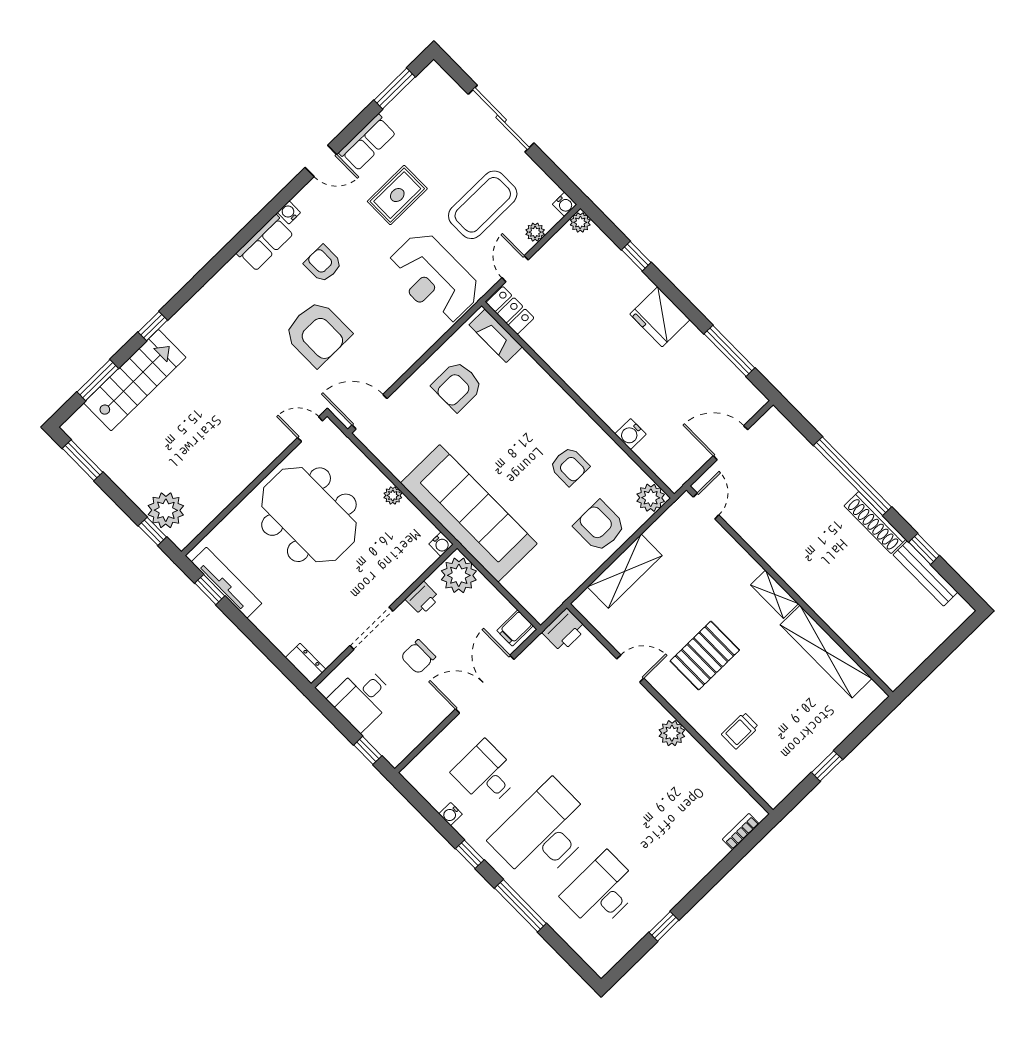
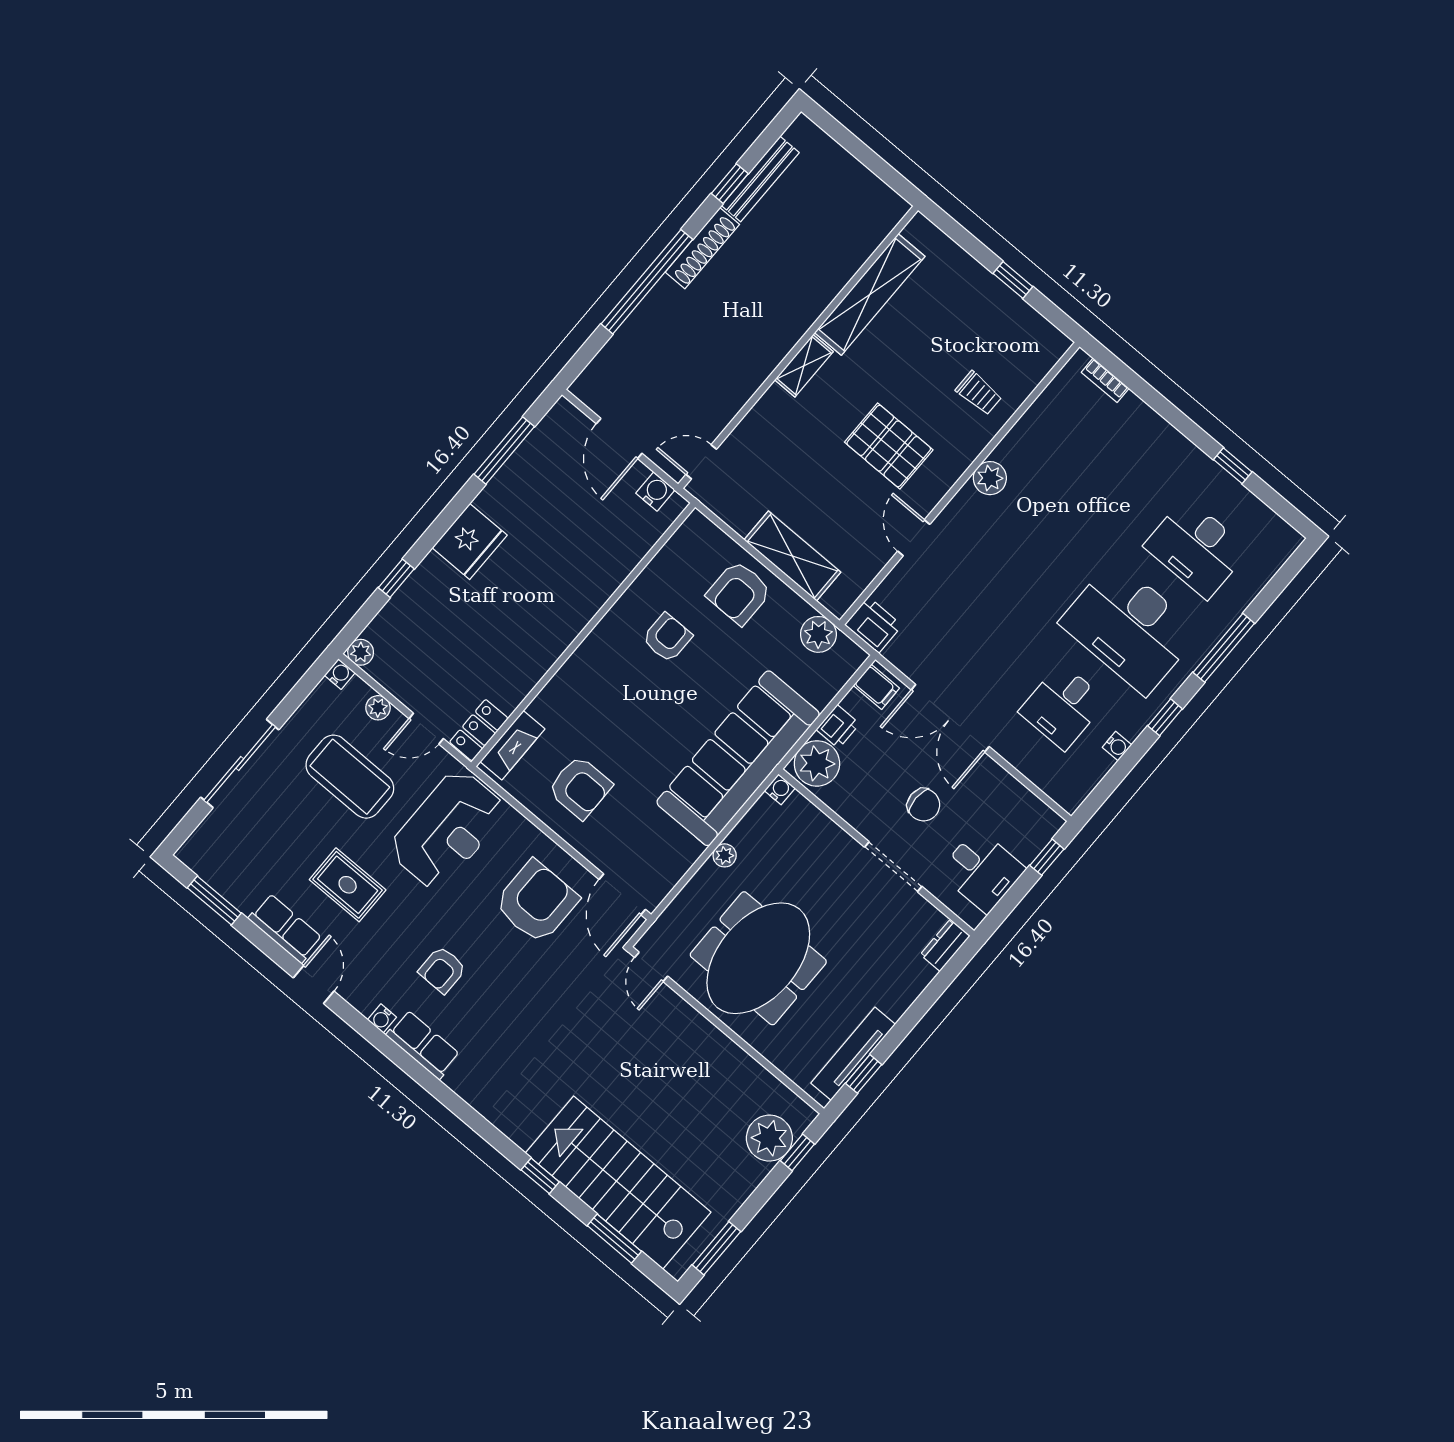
armchair: (317, 333) -> (536, 902), moved
stairs: (135, 380) -> (618, 1183), width x1.36, depth x1.51
water cooler: (631, 434) -> (655, 492), moved, turned -90
plant: (651, 498) -> (818, 634), moved
printer: (422, 598) -> (838, 727), moved, turned 90

